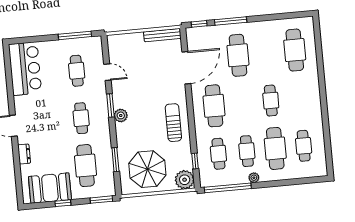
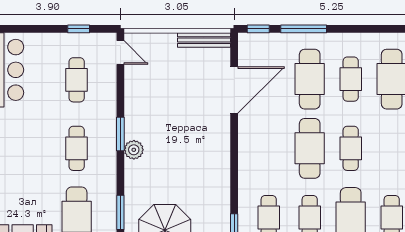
window: (75, 35) -> (79, 29), width x0.46
cafe table: (266, 53) -> (351, 79), added
door: (107, 72) -> (120, 52), moved
cafe table: (214, 106) -> (310, 148), moved
sun lounger: (173, 123) -> (208, 167), removed

